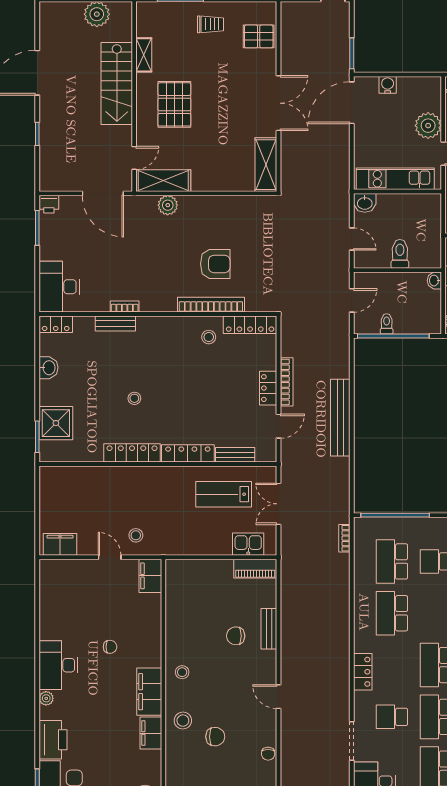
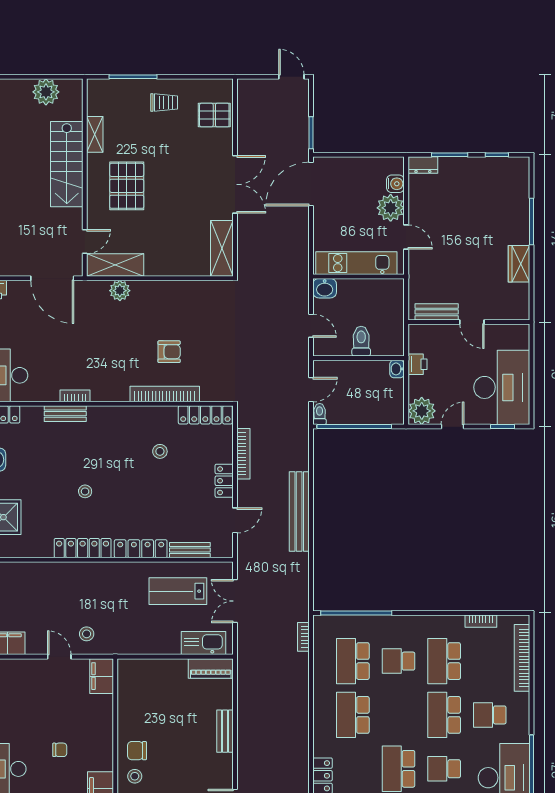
water cooler: (388, 85) -> (395, 184), moved, turned 90
armchair: (215, 264) -> (169, 352), width x0.72, depth x0.72
toilet: (387, 324) -> (320, 414), moved
stool: (209, 337) -> (160, 451), moved
bookcase: (287, 382) -> (243, 454), moved
kitchen sink: (248, 544) -> (203, 643), width x1.38
chair: (236, 636) -> (137, 751), moved

